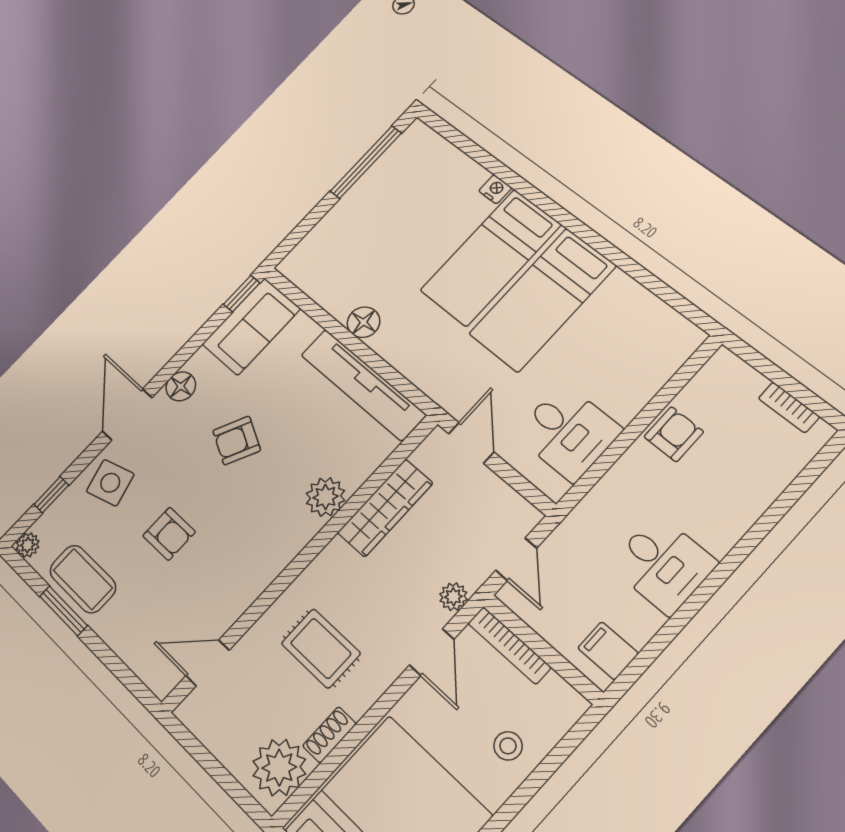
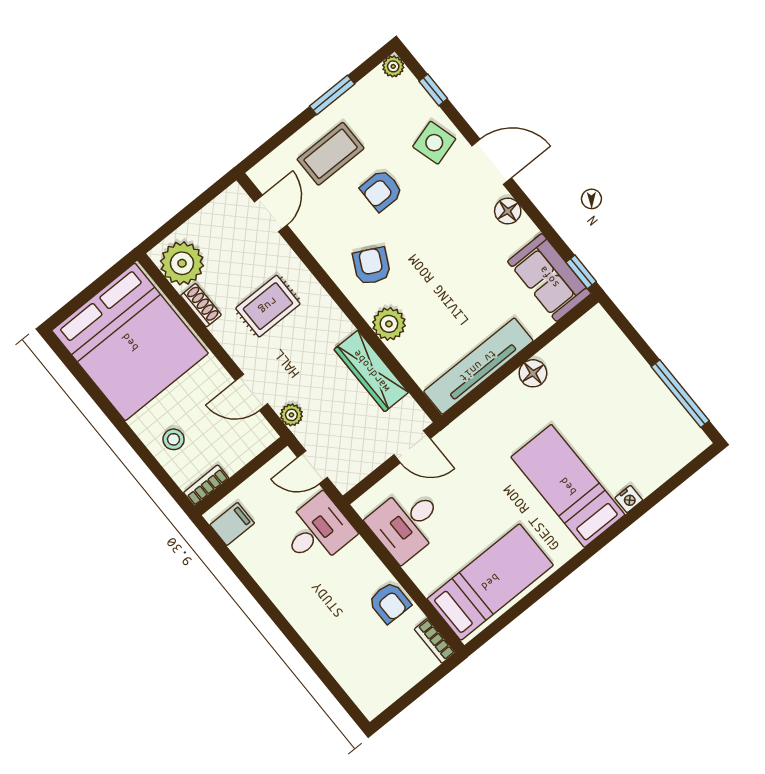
bed: (543, 300) -> (490, 582), moved, turned 90
bookcase: (789, 407) -> (435, 641), moved, turned -90
armchair: (237, 440) -> (372, 266), moved
desk: (663, 564) -> (317, 531), moved, turned 180
coffee table: (83, 579) -> (331, 154), moved
bookcase: (509, 645) -> (206, 485), moved, width x0.64

